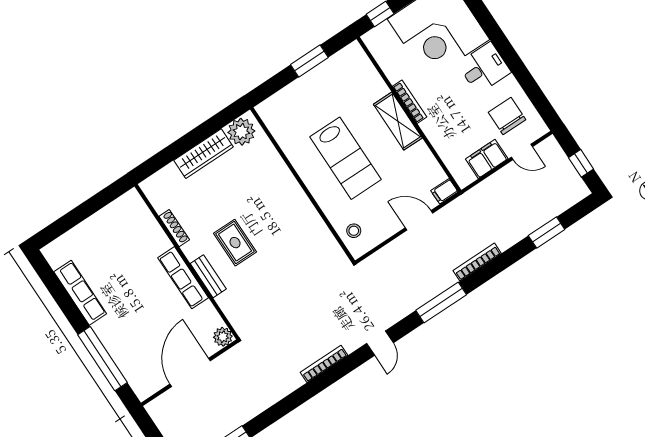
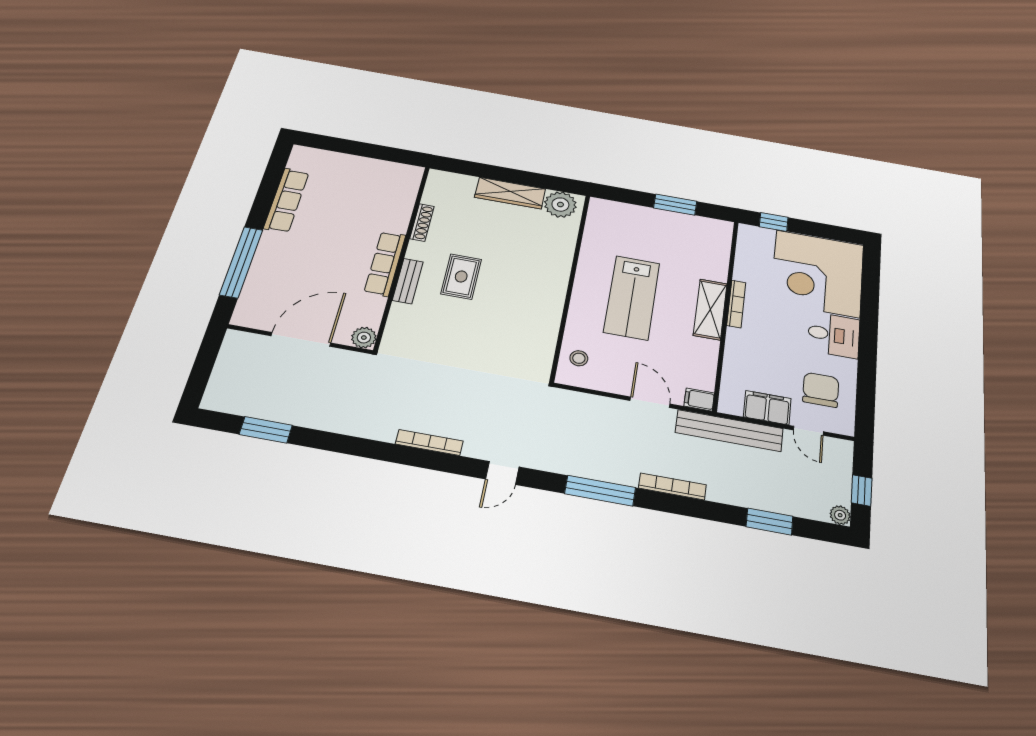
plant: (581, 191) -> (840, 515), added
bench: (478, 195) -> (729, 431), added

